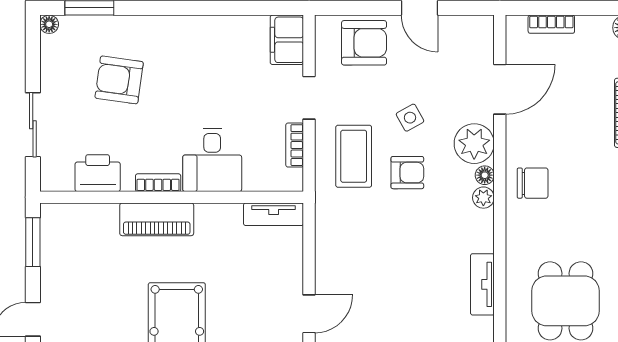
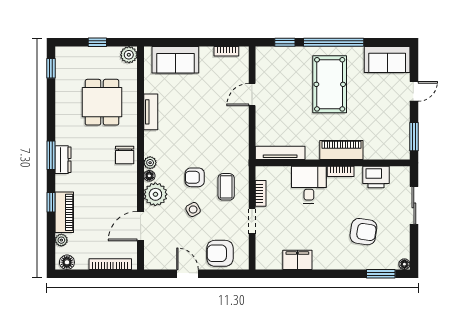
bookcase: (551, 24) -> (110, 264), width x1.56
filing cabinet: (287, 40) -> (297, 260), moved, turned -90
coffee table: (354, 156) -> (226, 187), width x0.73, depth x0.77
chair: (533, 183) -> (125, 155), moved, turned -90
tv unit: (274, 214) -> (280, 153), width x1.41

